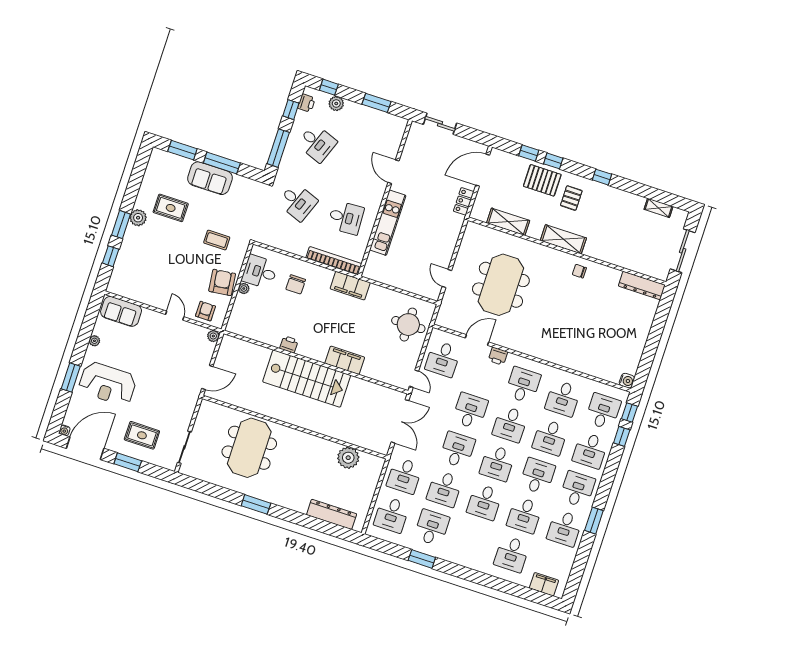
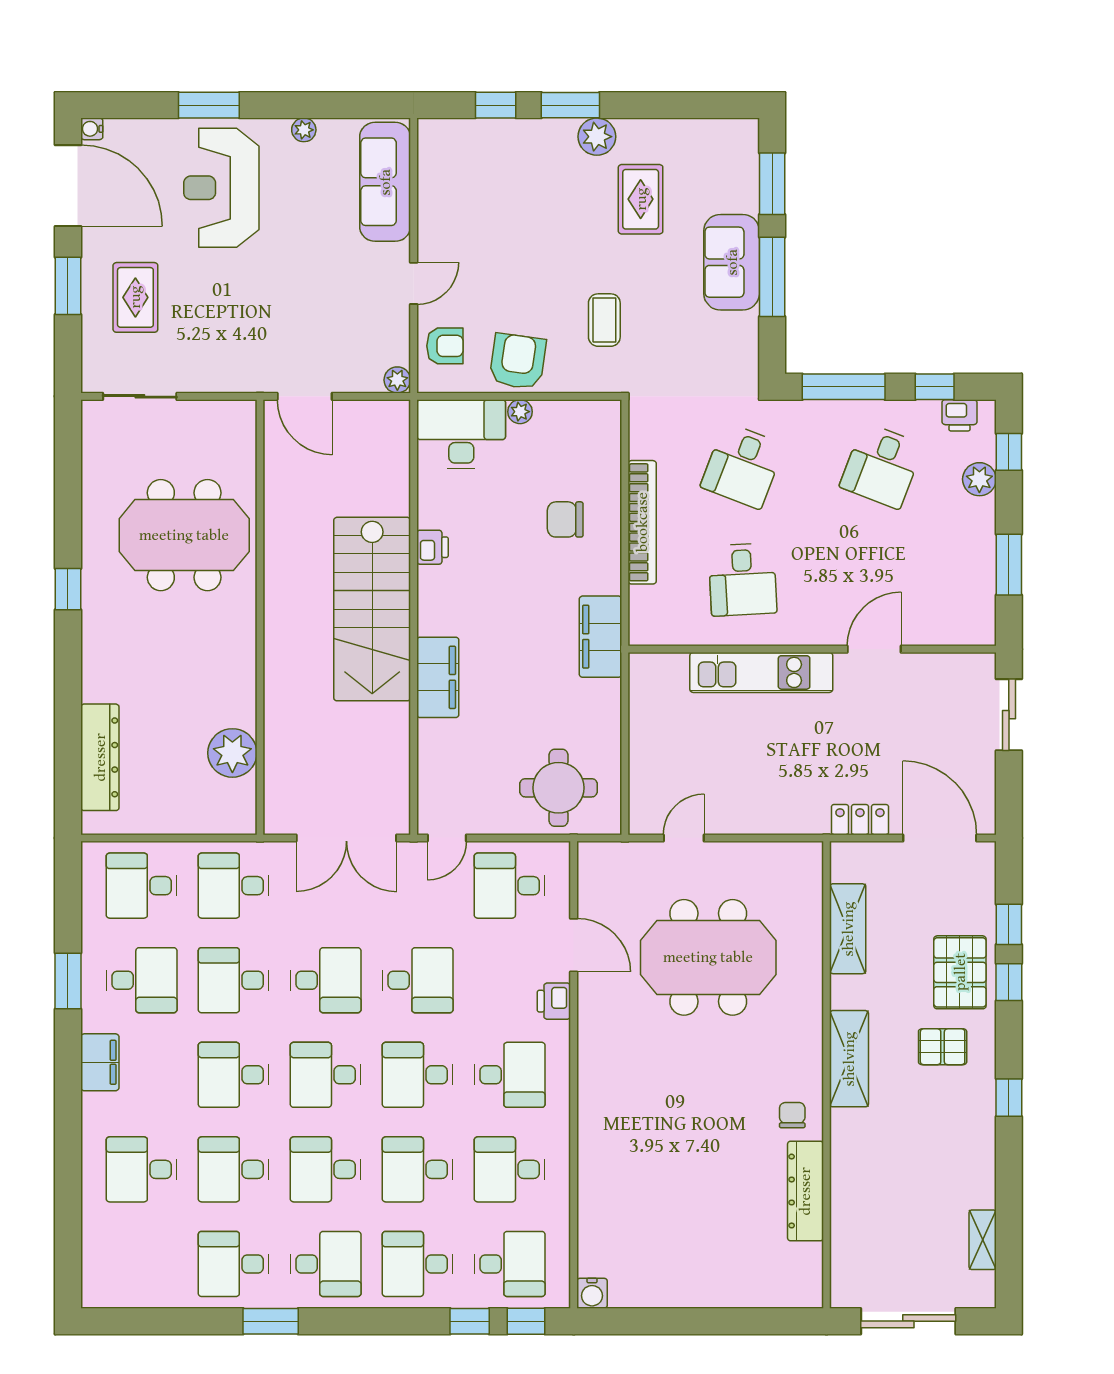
bookcase: (334, 261) -> (642, 522), moved
desk: (260, 272) -> (461, 434), moved, width x1.37
armchair: (222, 282) -> (518, 361), turned -75
dresser: (642, 286) -> (805, 1191), moved
sofa: (121, 311) -> (385, 182), width x1.36
desk: (537, 476) -> (326, 1169), turned 180
window: (256, 504) -> (68, 589), width x0.67
filing cabinet: (544, 584) -> (100, 1062), moved

